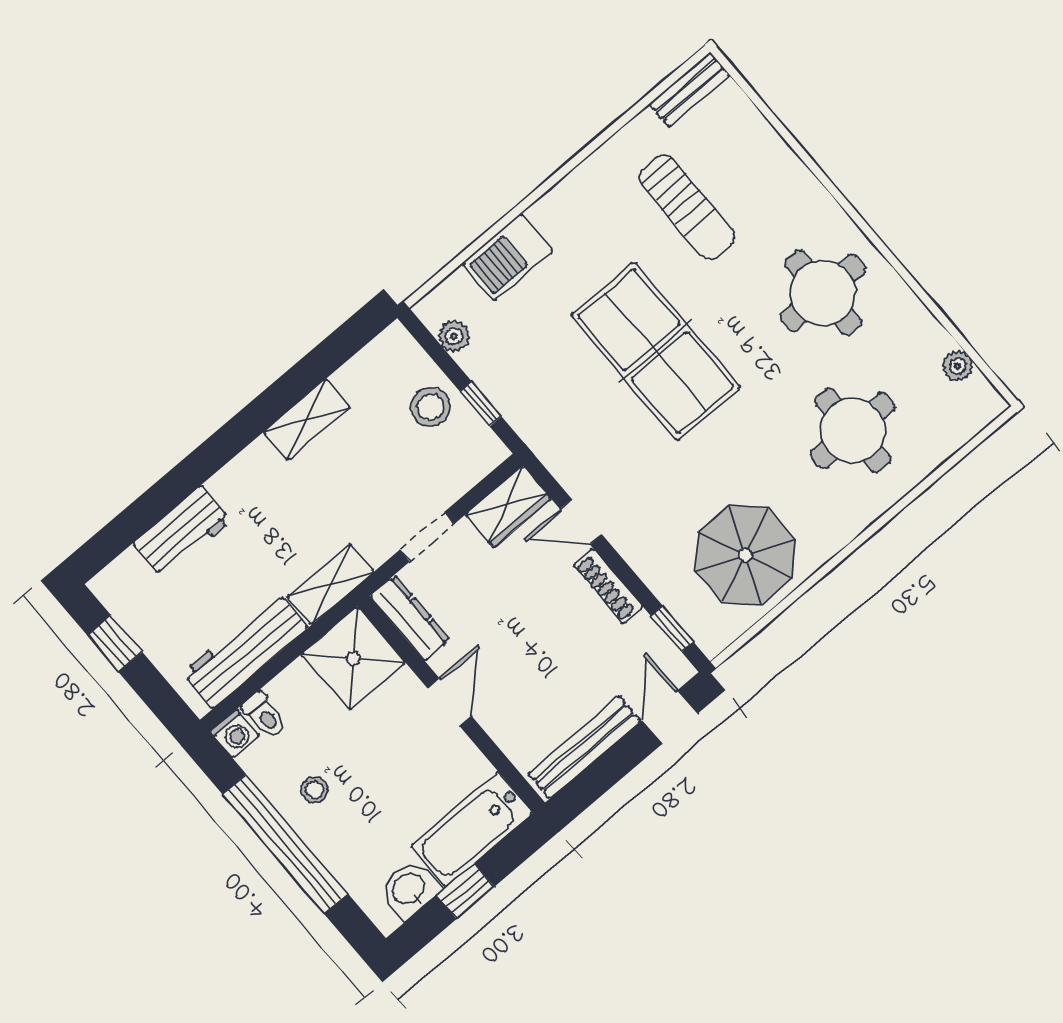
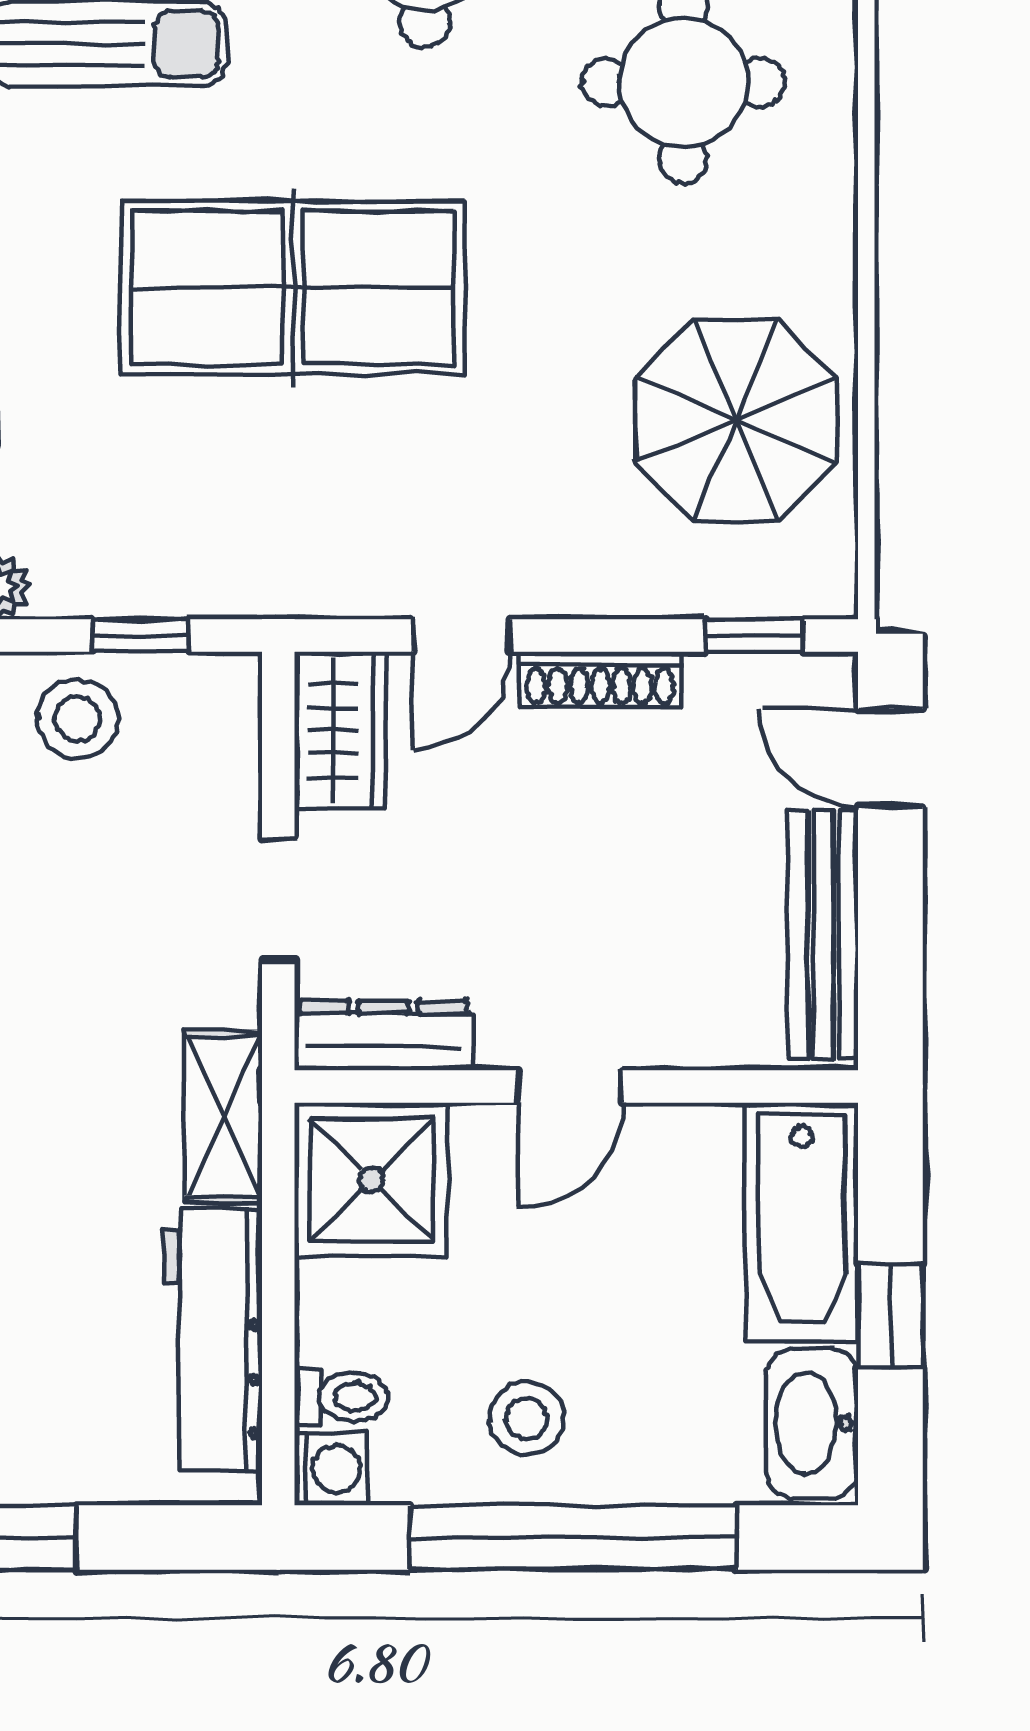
door: (450, 702) -> (570, 1087), swing flipped
stool: (314, 790) -> (527, 1418), width x1.37, depth x1.37
washbasin: (409, 889) -> (812, 1423), width x1.38

